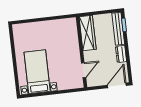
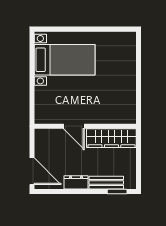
bench: (118, 29) -> (106, 183), width x0.73
door: (84, 70) -> (74, 126), moved

